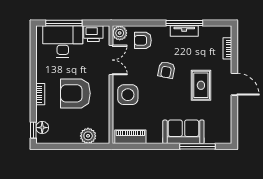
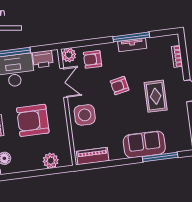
armchair: (166, 70) -> (120, 86), turned 67

